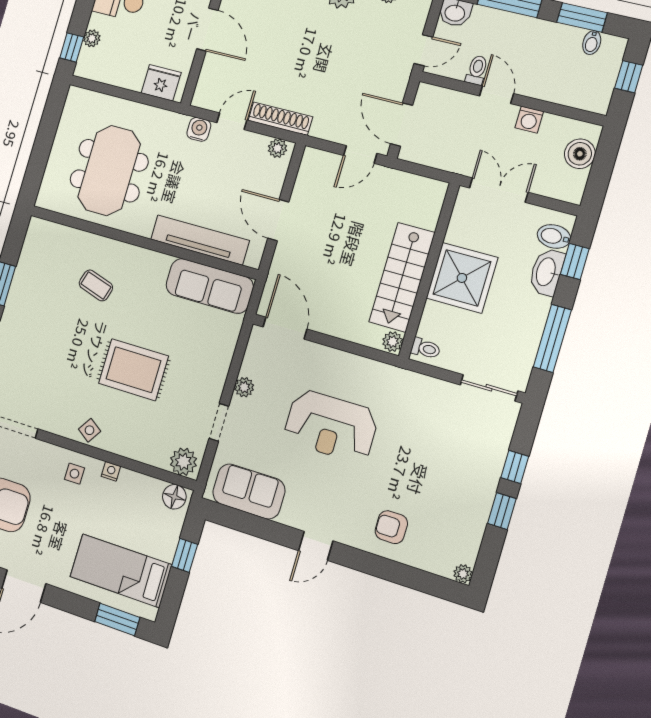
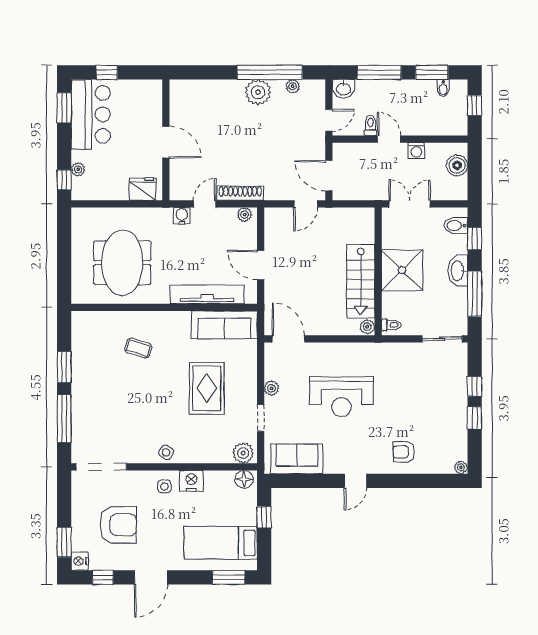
washbasin: (547, 272) -> (458, 271), moved
rug: (133, 370) -> (207, 388), moved, turned 90
nightstand: (111, 471) -> (191, 481), width x1.89, depth x1.79

